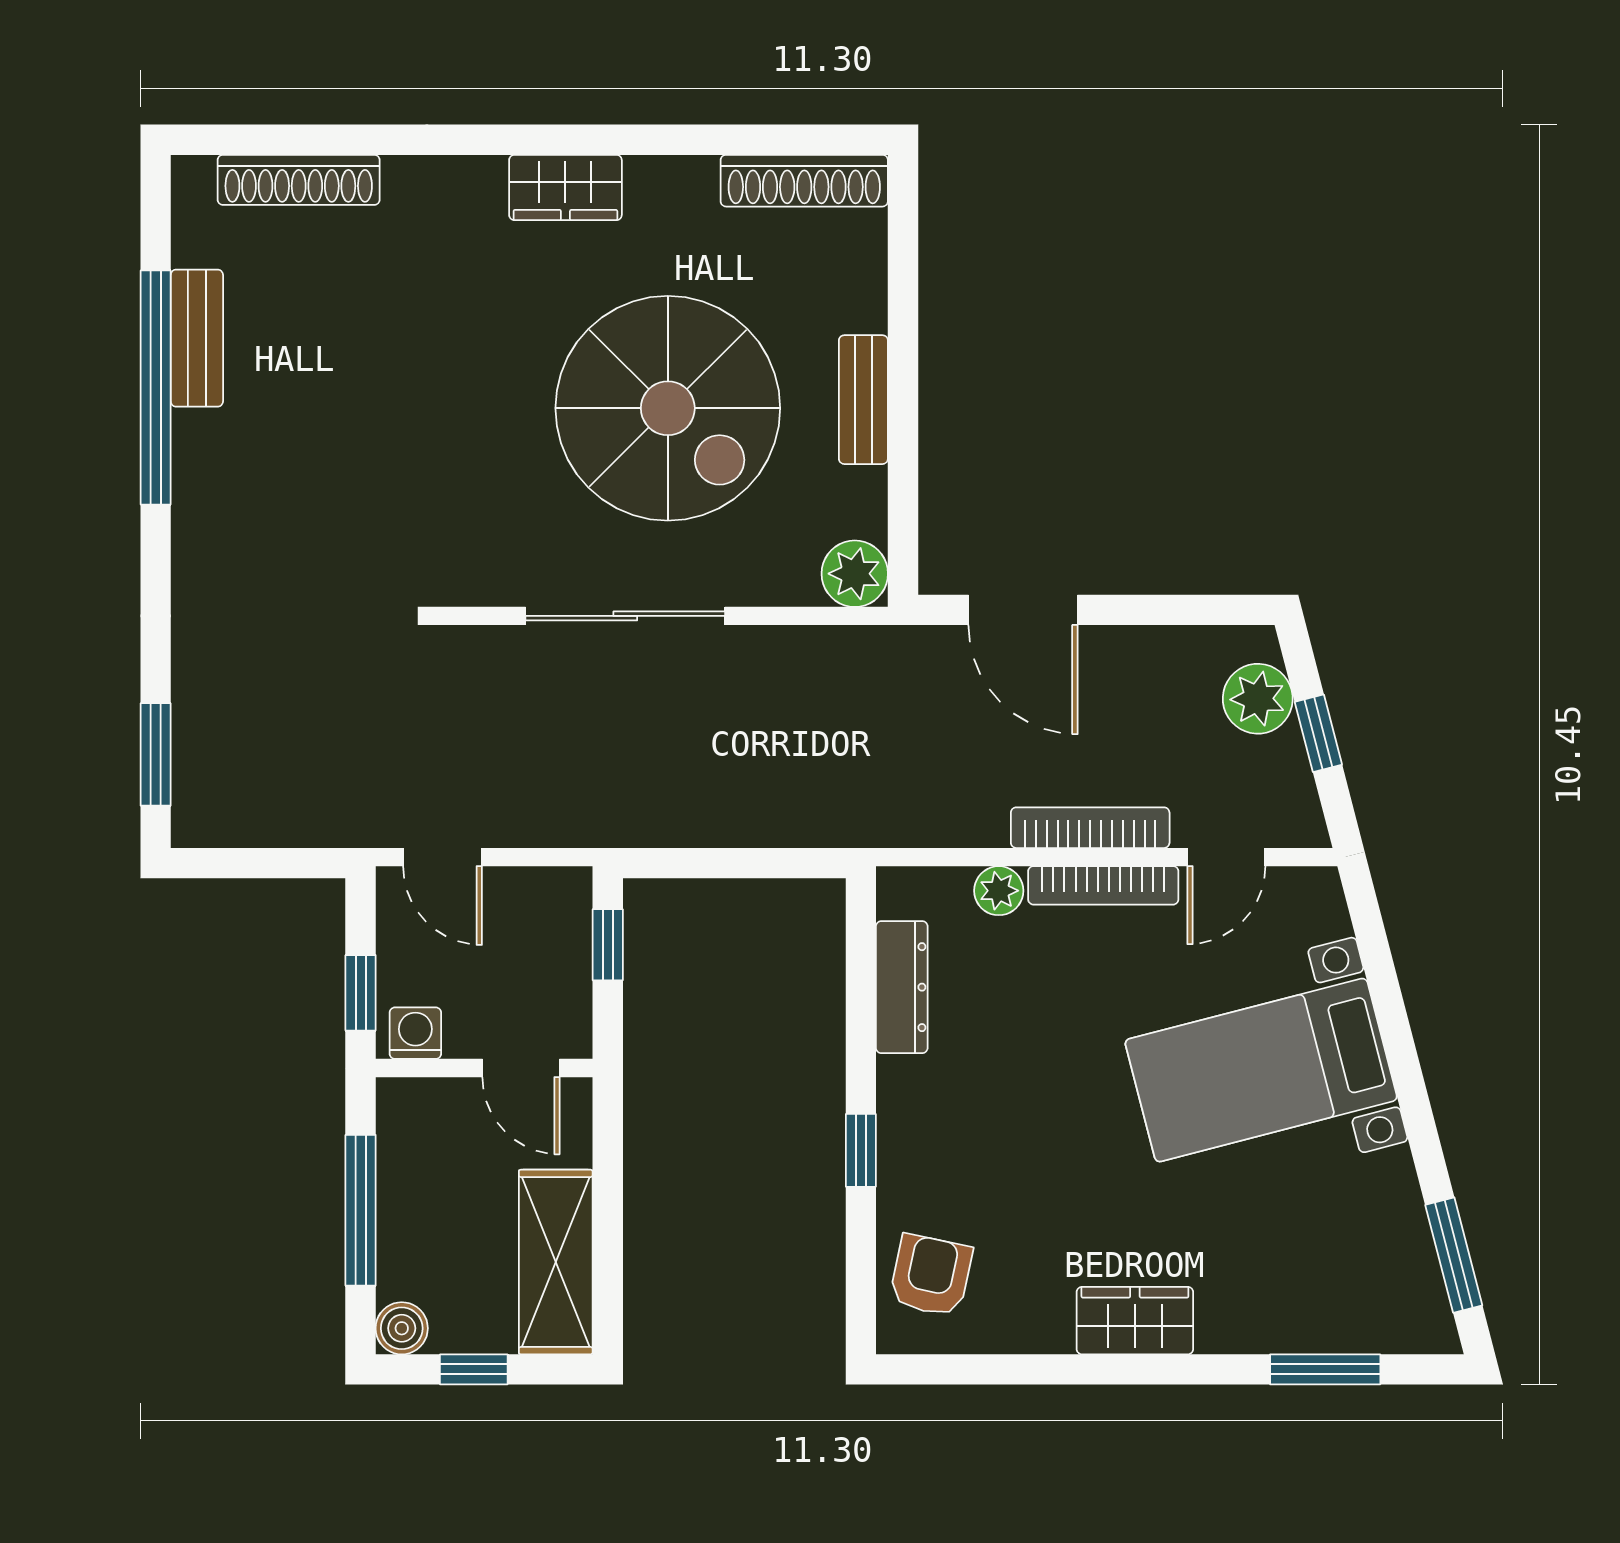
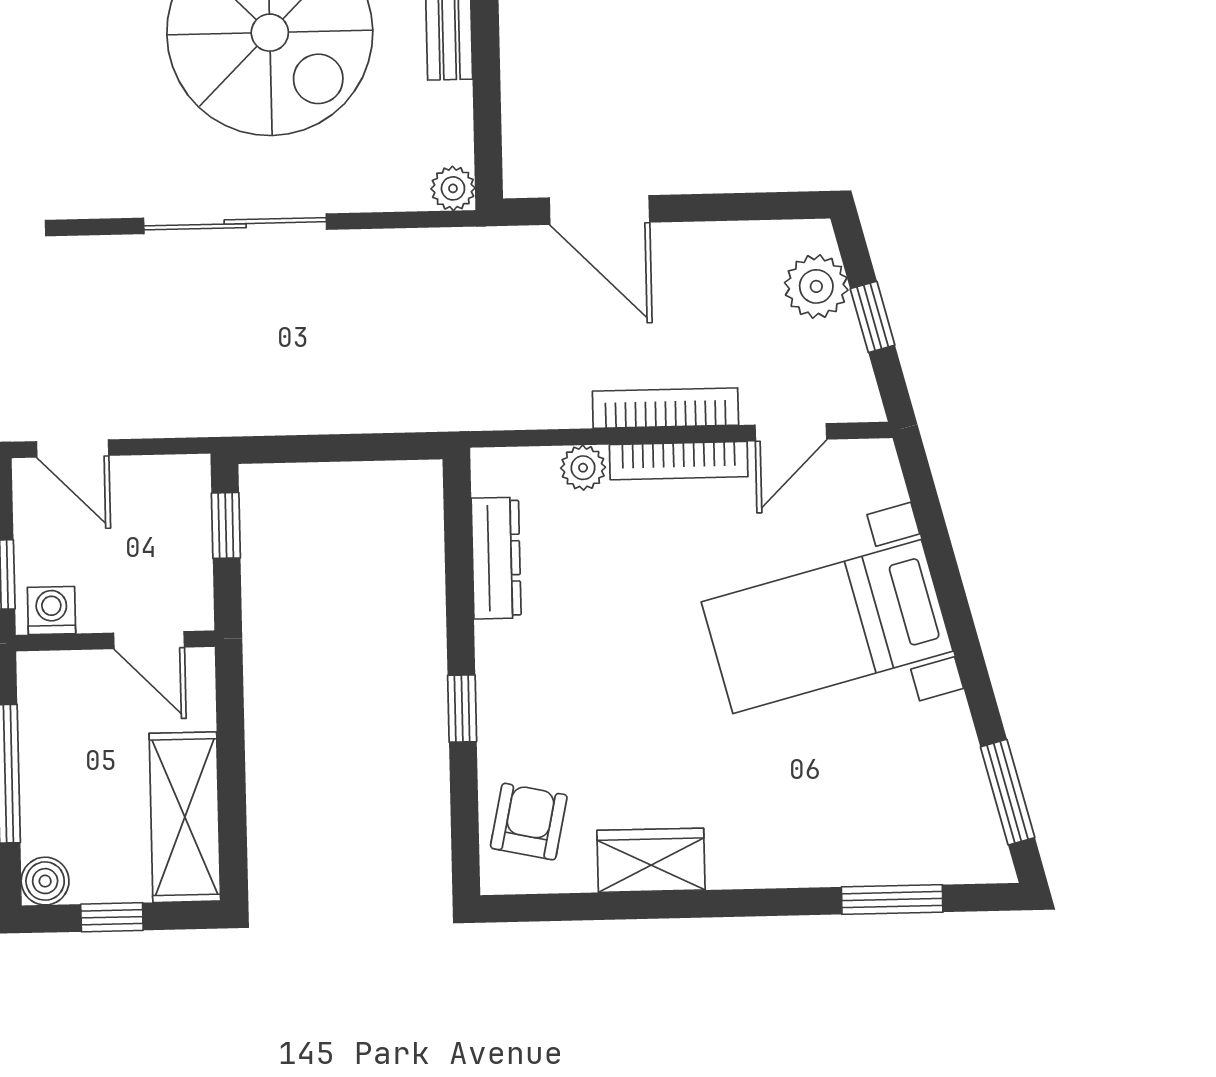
plant: (855, 574) -> (453, 188), width x0.73, depth x0.73
wardrobe: (1135, 1321) -> (651, 860), moved

